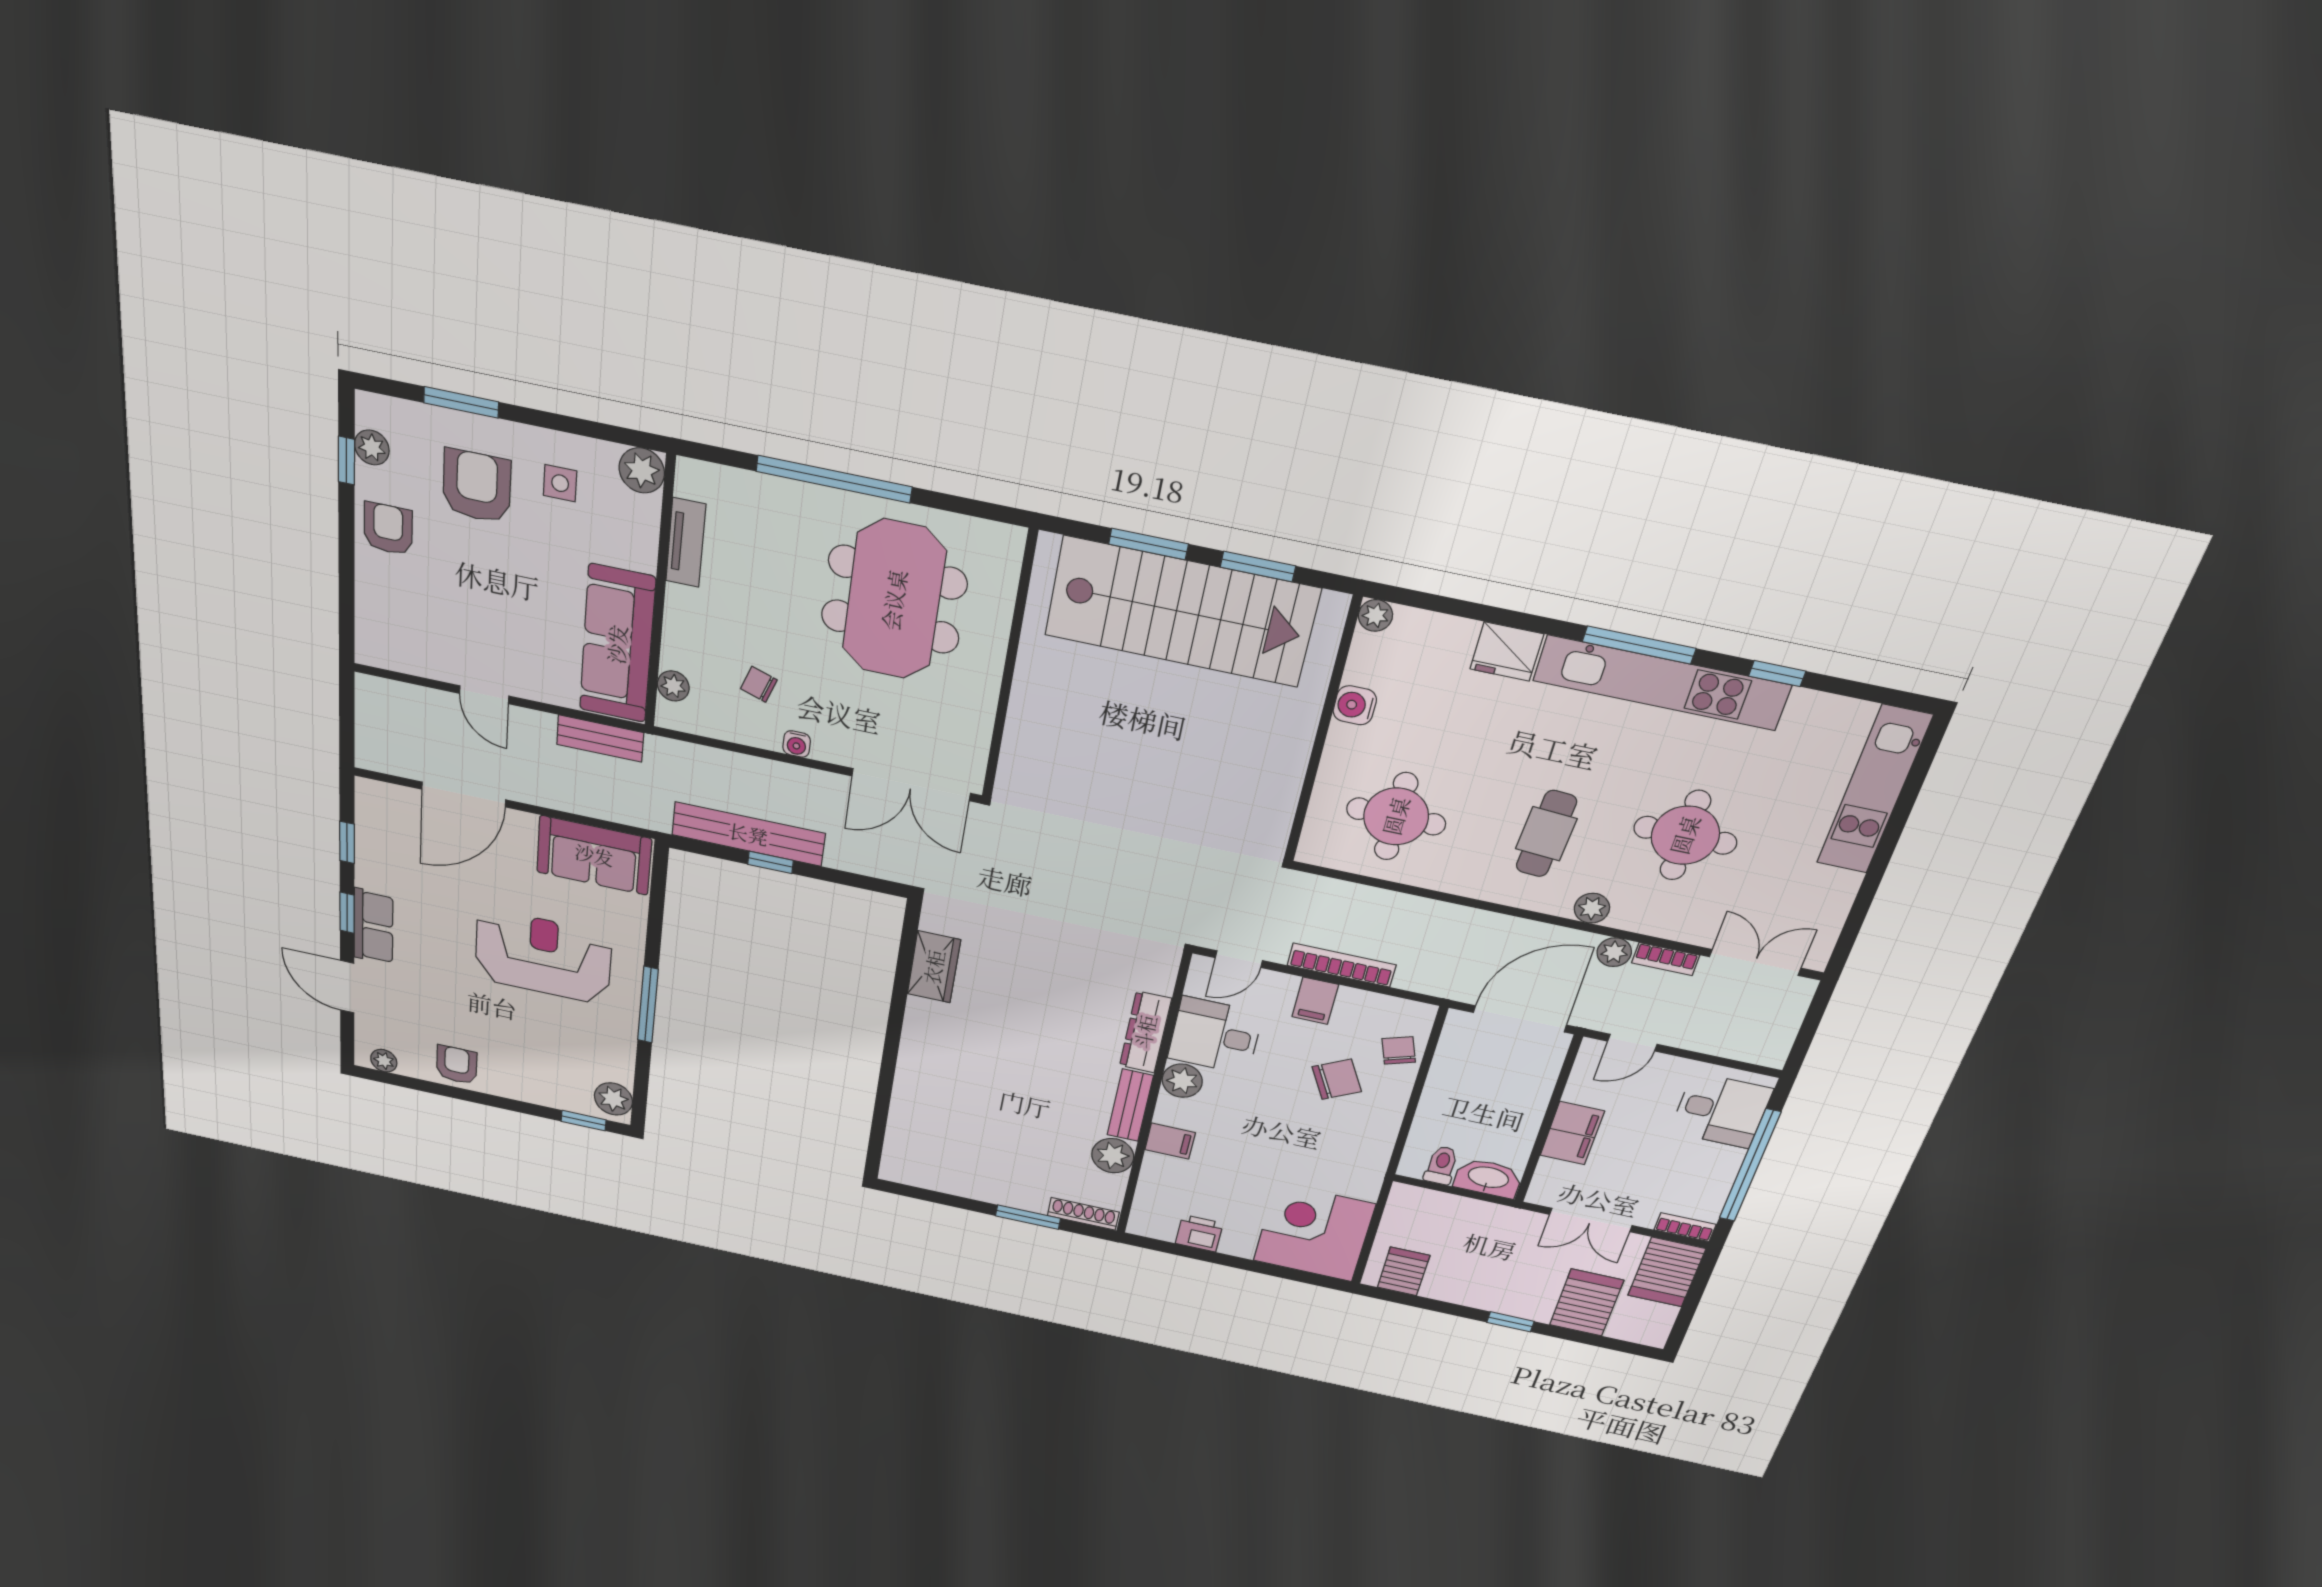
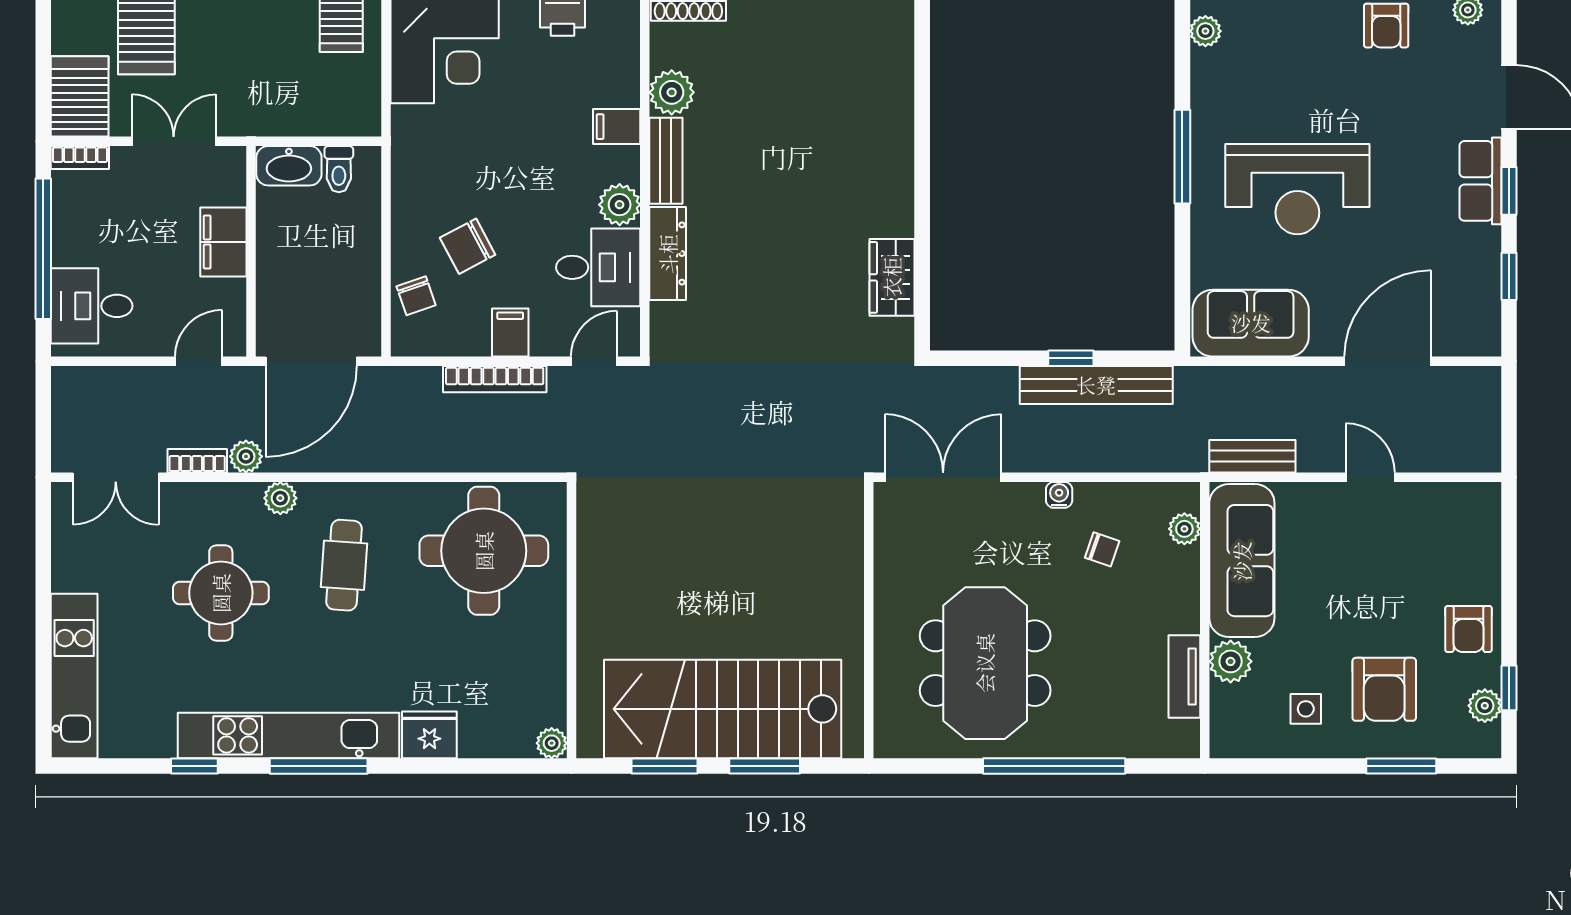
plant: (642, 470) -> (1231, 661), moved
water cooler: (1355, 705) -> (549, 653), removed
round table: (1396, 816) -> (484, 551), width x1.36, depth x1.36
plant: (613, 1099) -> (1205, 31), width x0.73, depth x0.73

